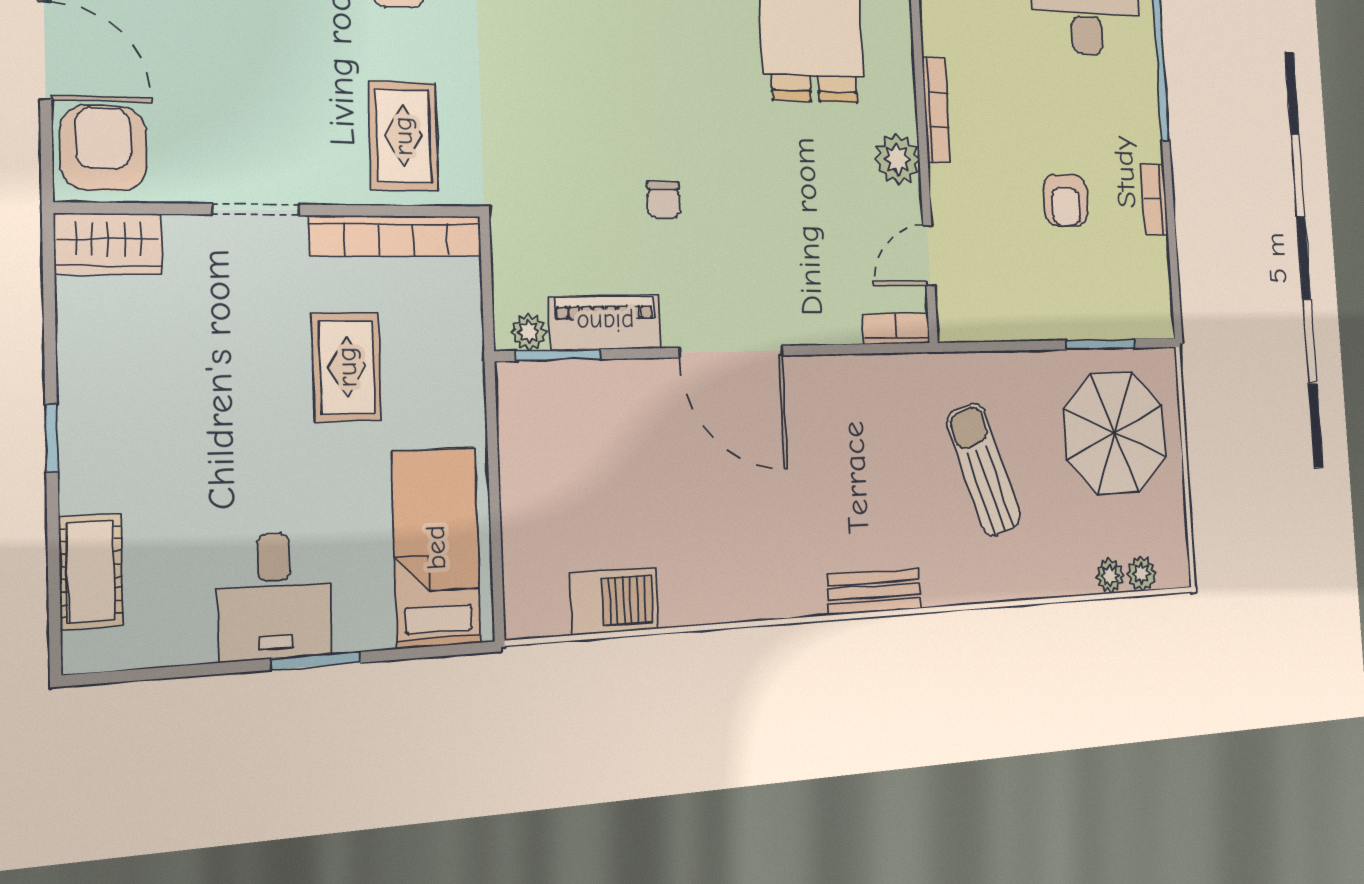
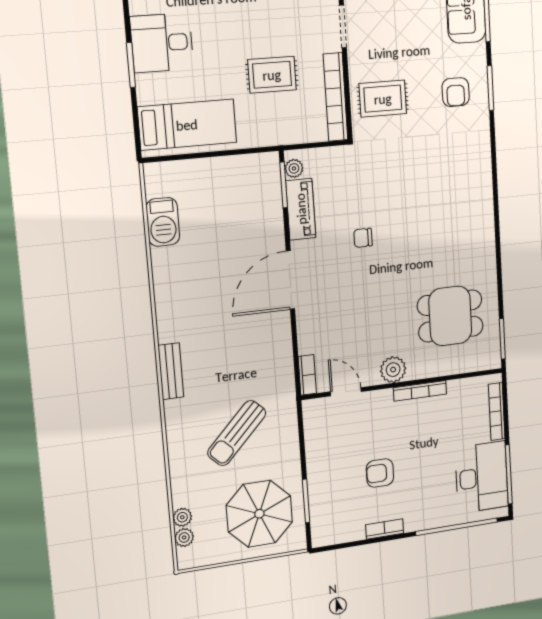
sun lounger: (983, 469) -> (237, 433), turned 153

